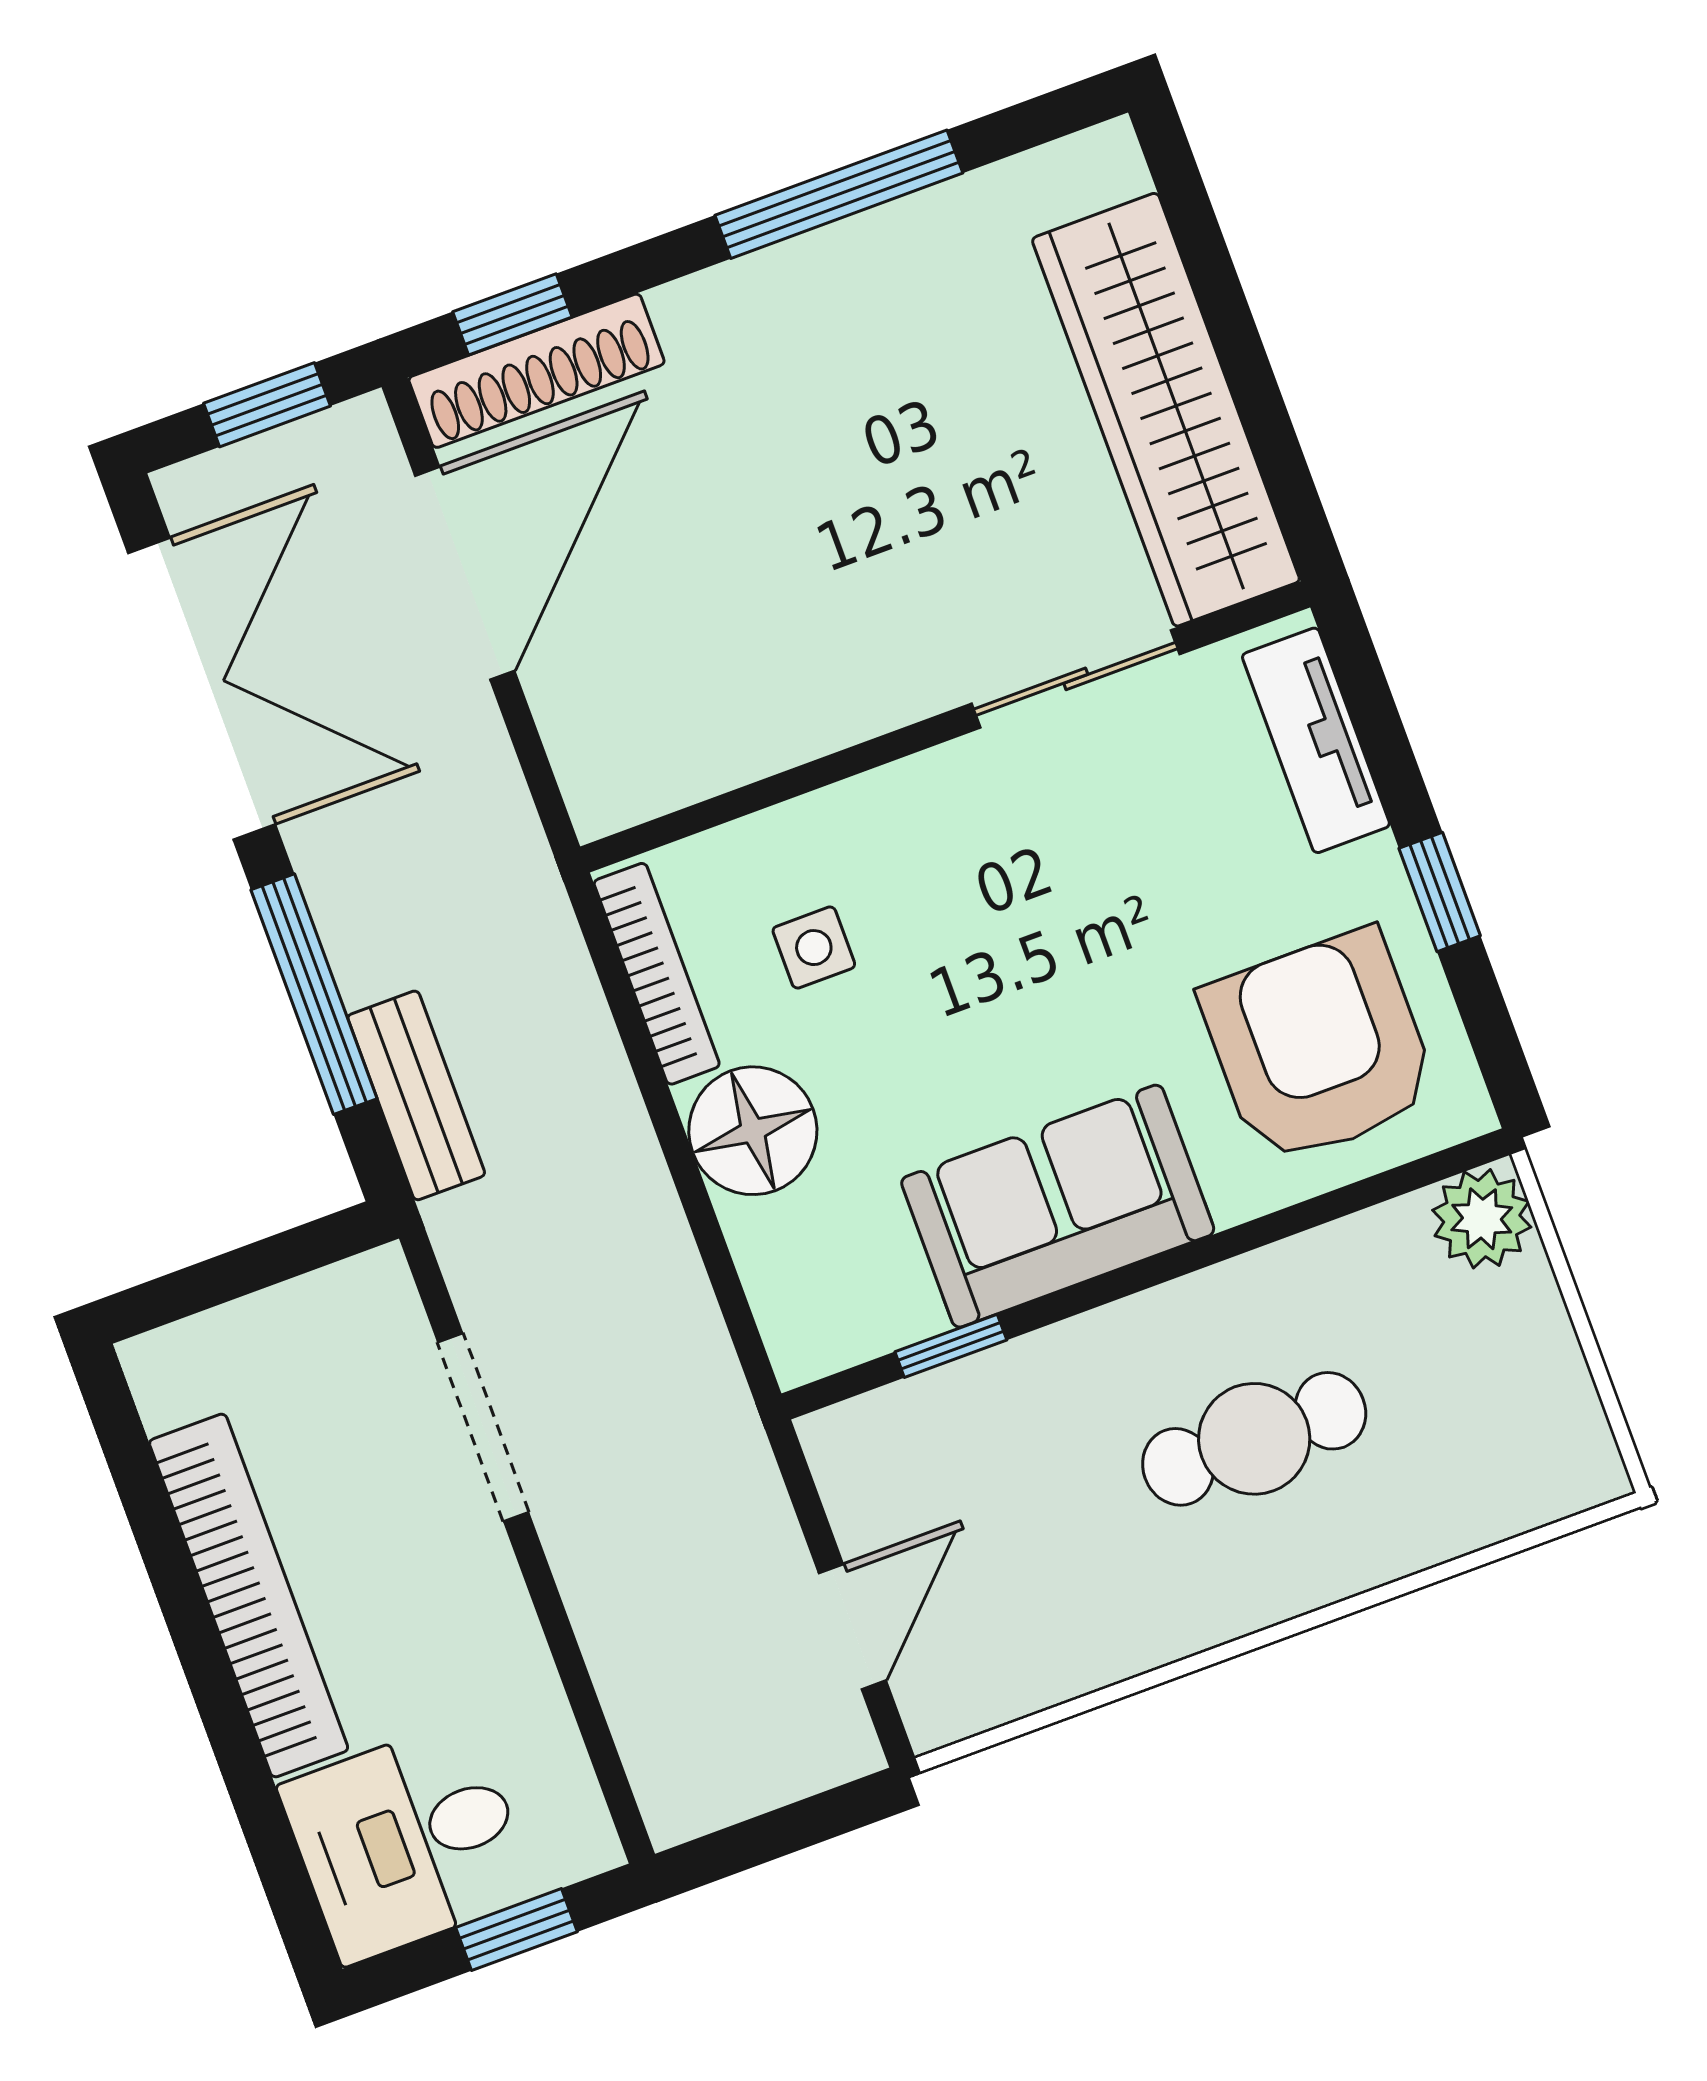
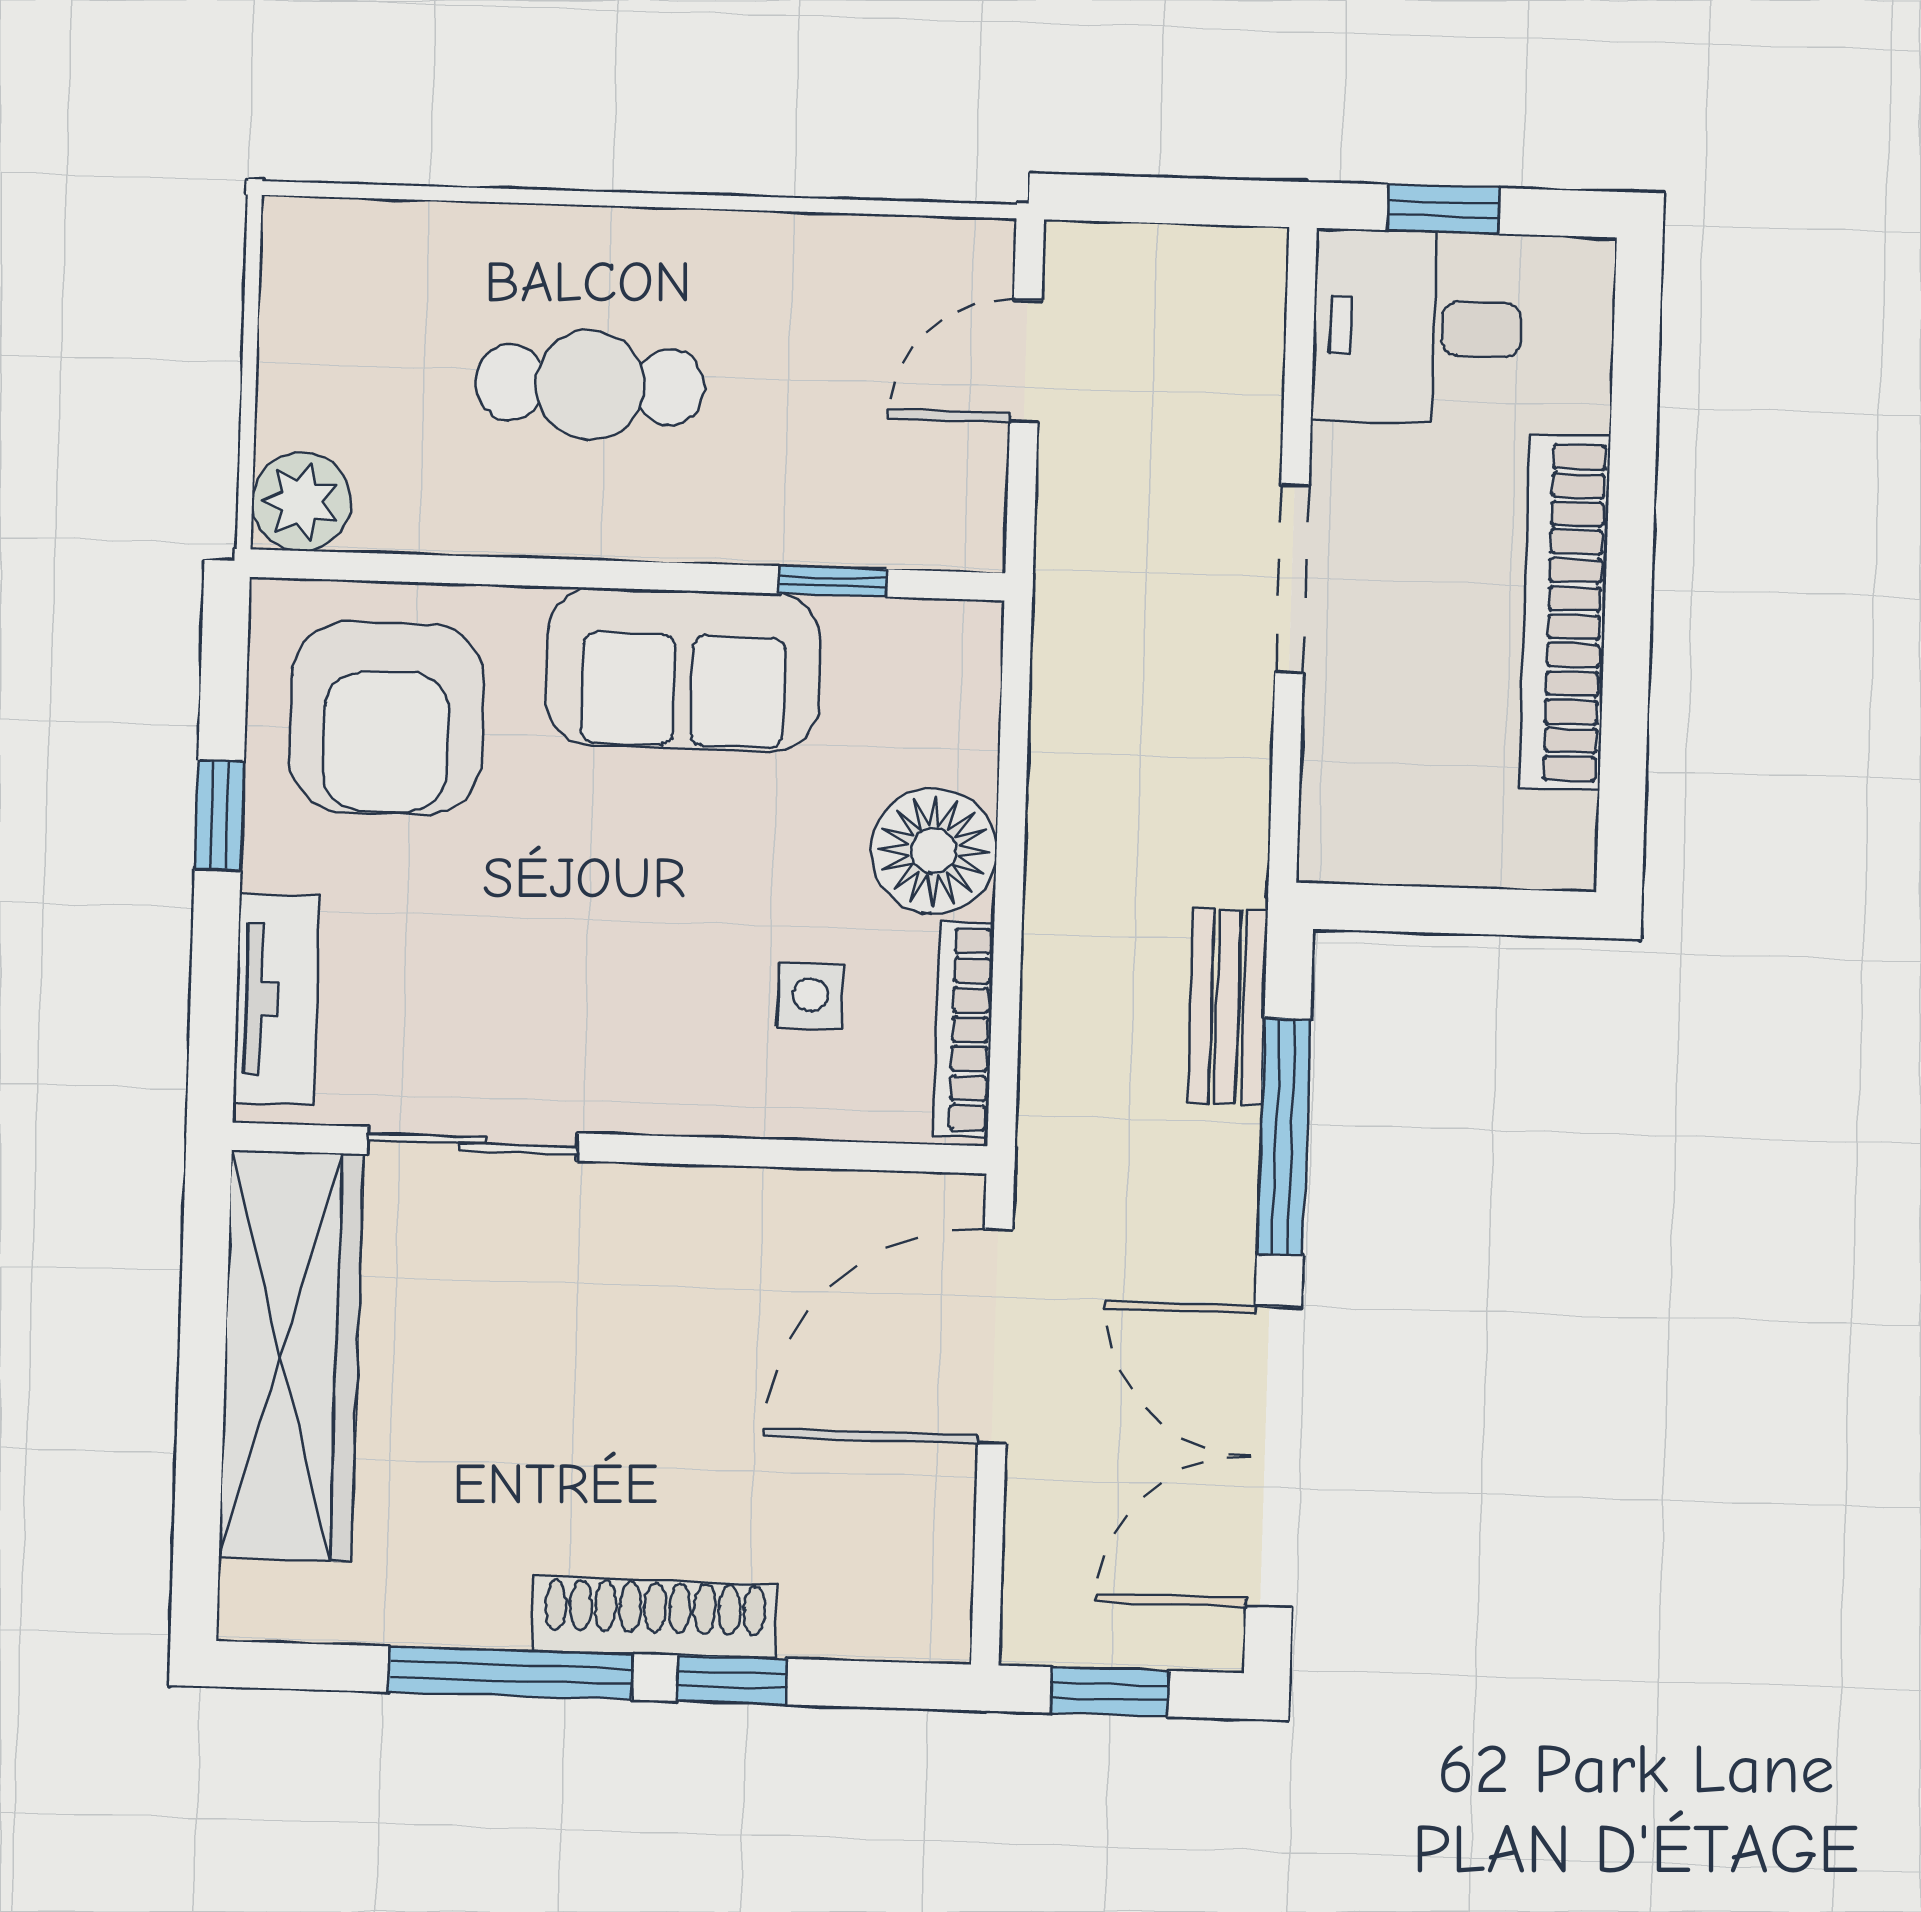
window: (512, 314) -> (732, 1680), moved
shoe rack: (537, 371) -> (655, 1617), moved
door: (465, 573) -> (995, 1337), moved
doorway: (483, 1427) -> (1292, 579), moved
desk: (408, 1841) -> (1417, 327), moved, turned 180

